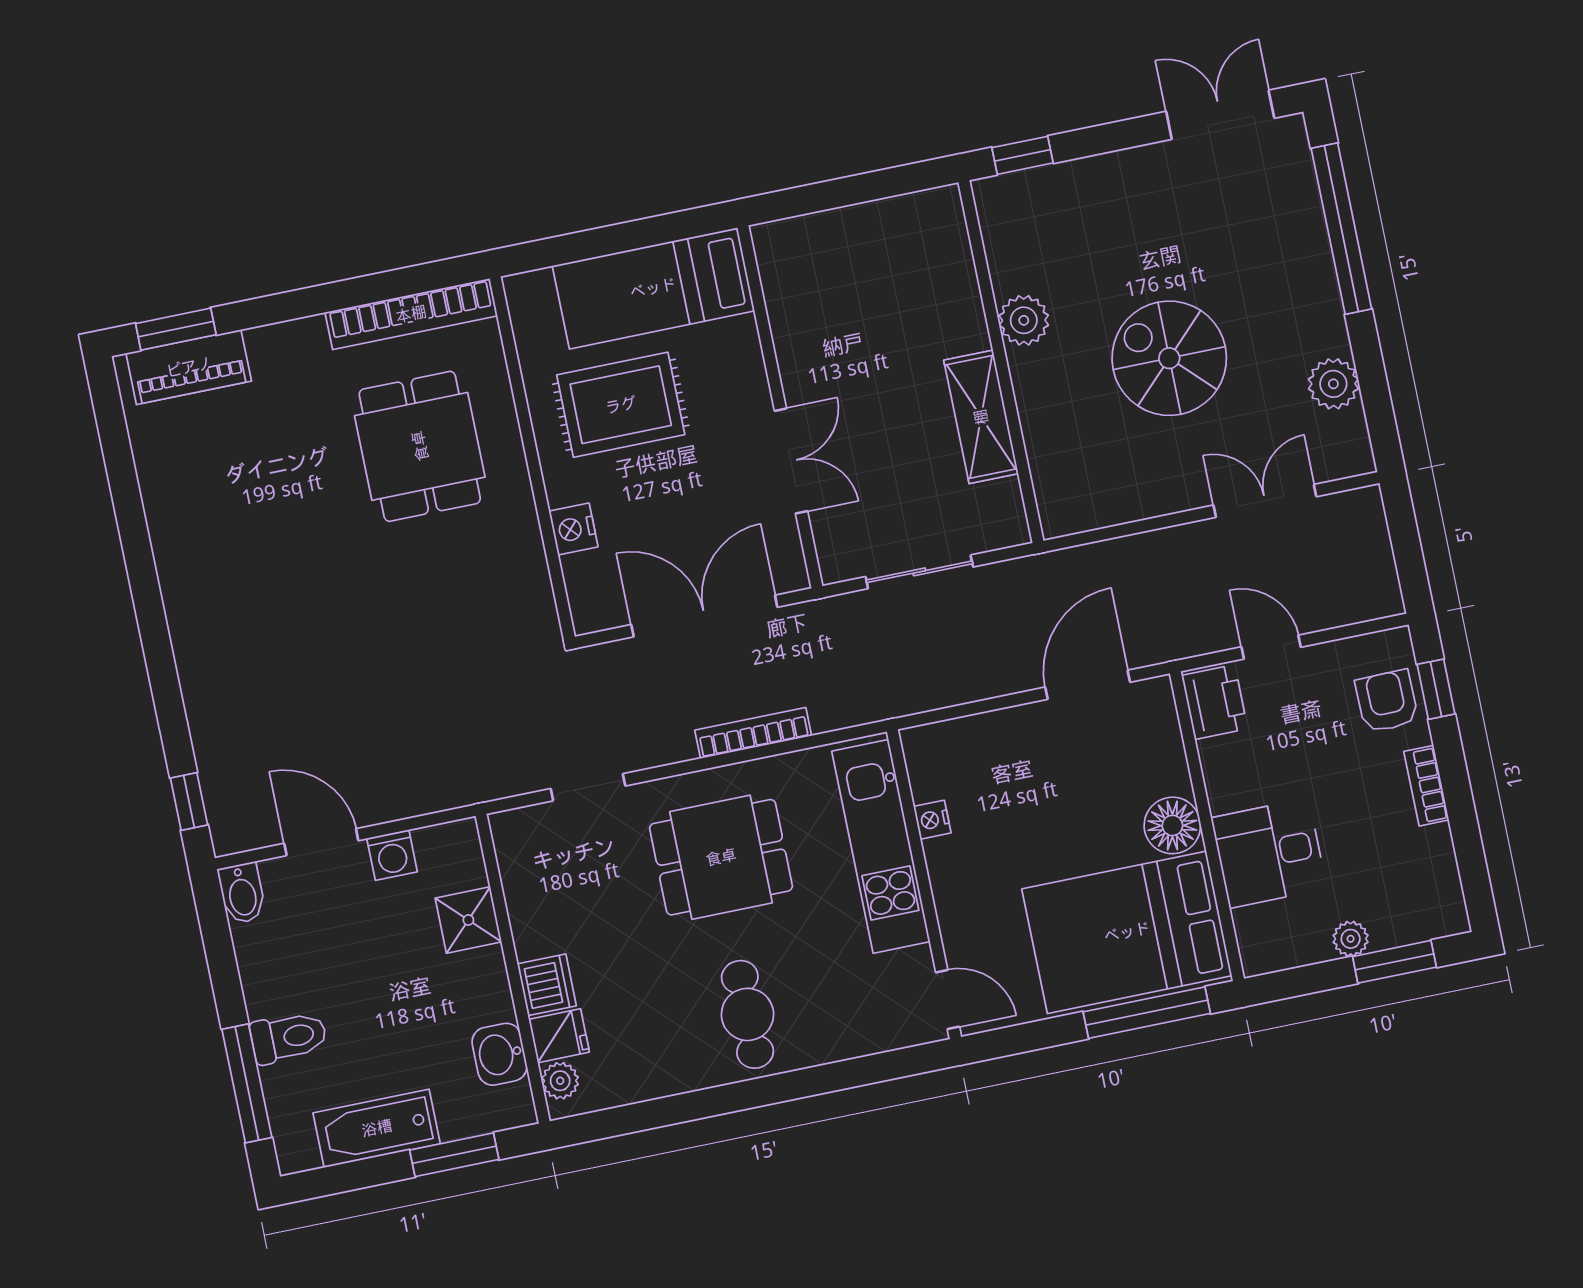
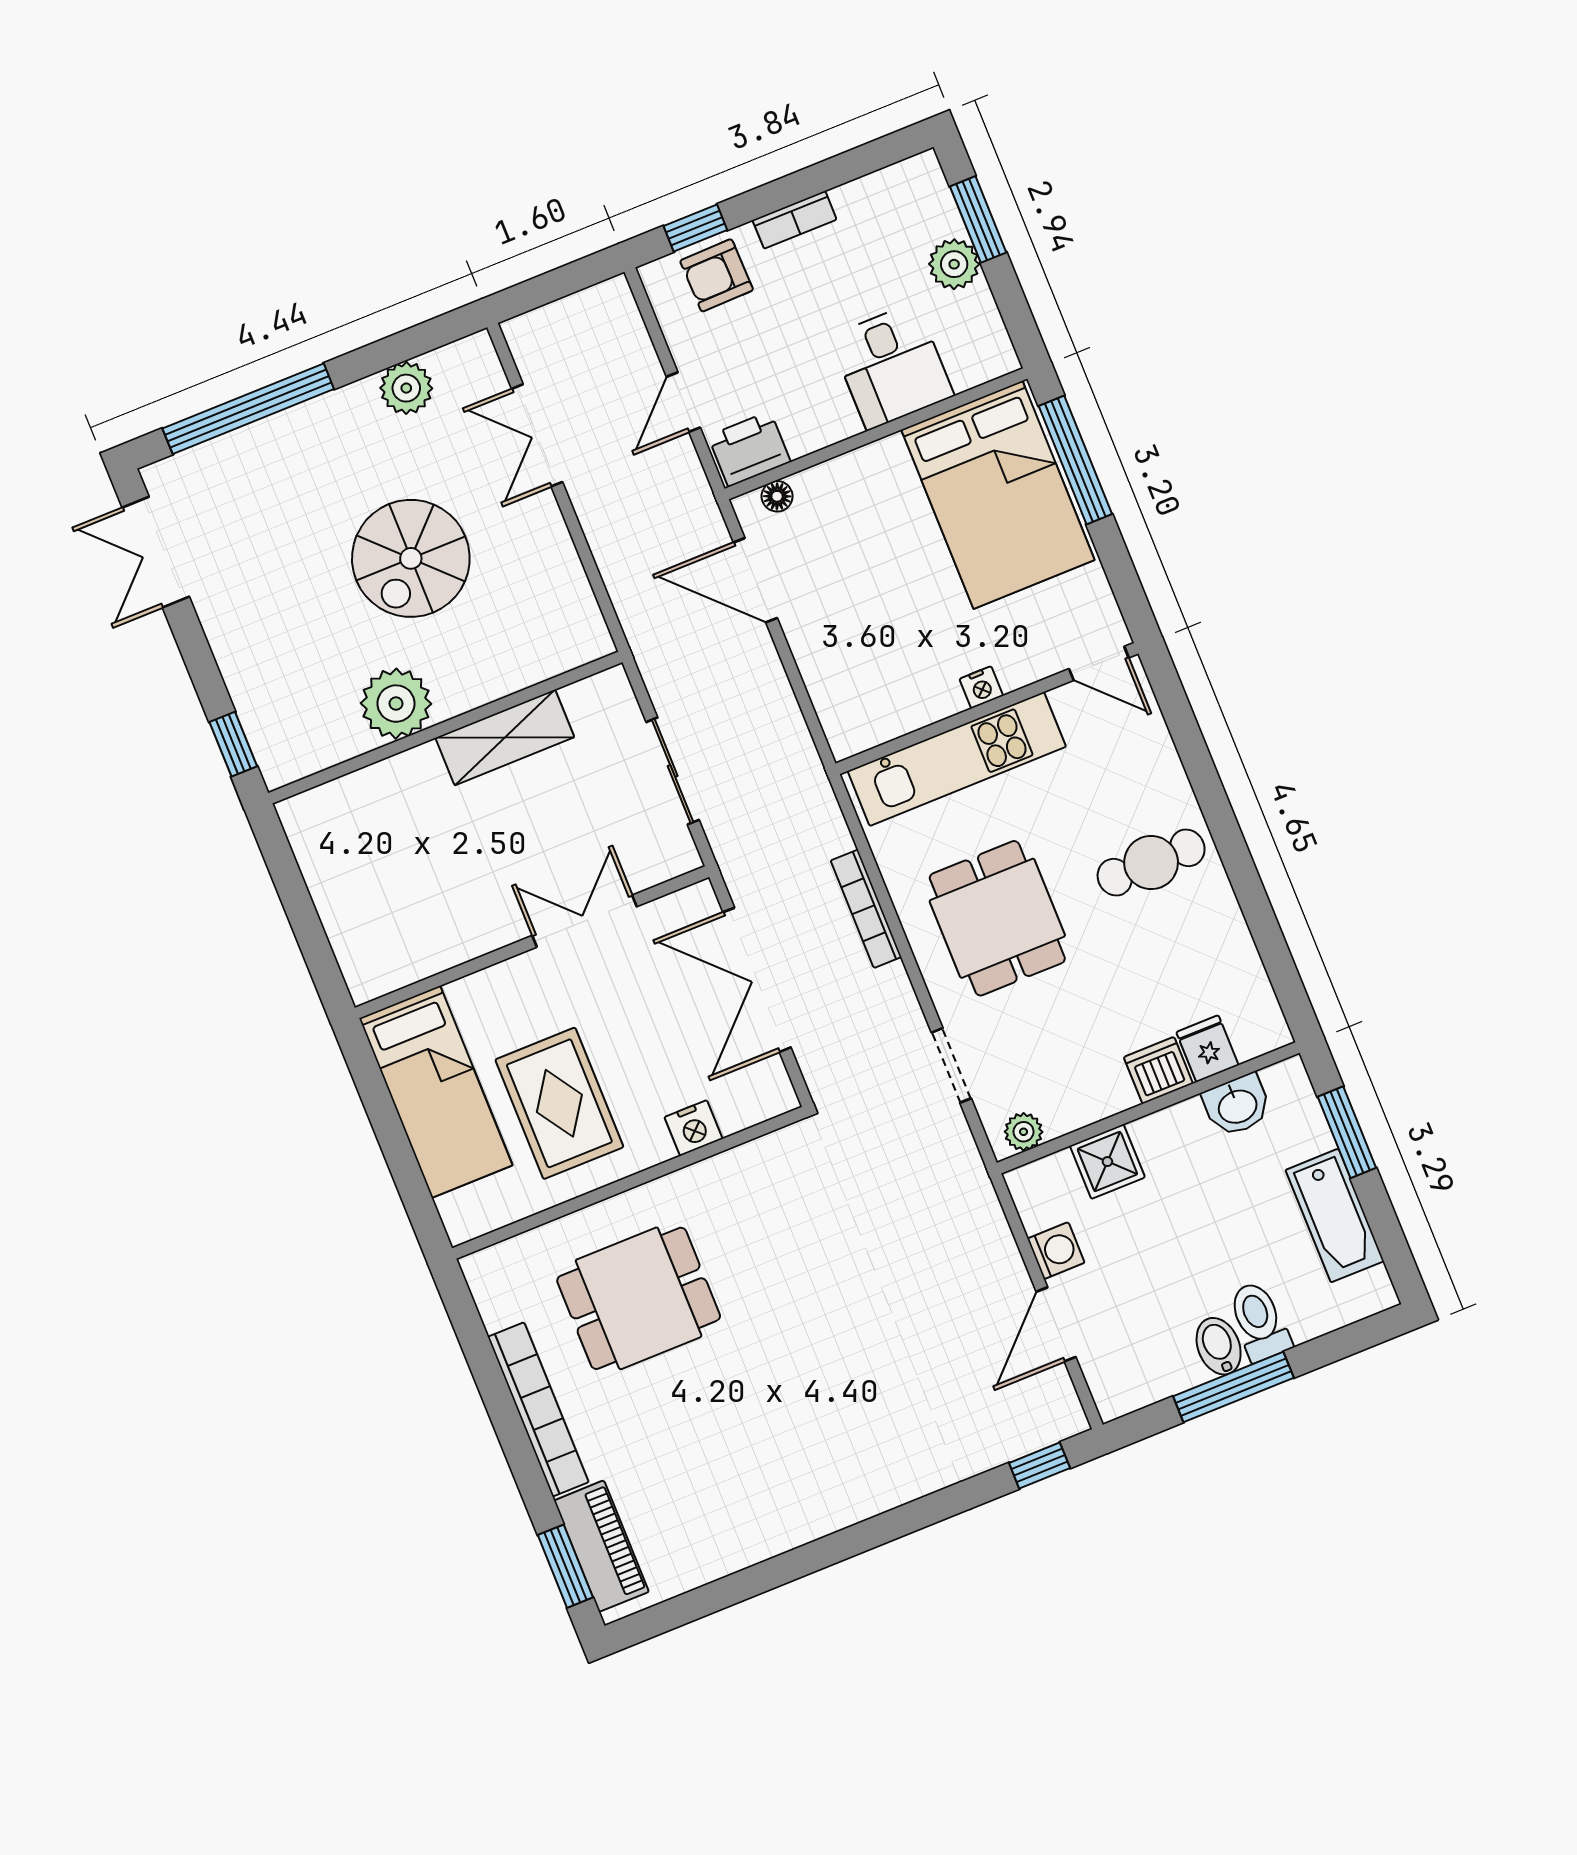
bookcase: (411, 314) -> (538, 1409), moved
plant: (1024, 320) -> (396, 704), width x1.36, depth x1.36
nightstand: (932, 820) -> (981, 687), moved
floor lamp: (1172, 825) -> (777, 496), moved, width x0.53, depth x0.53
bidet: (242, 893) -> (1219, 1346), moved, turned -90
plant: (1351, 939) -> (954, 264), width x1.38, depth x1.38
door: (948, 999) -> (1099, 663), swing flipped
plant: (560, 1081) -> (1024, 1132), moved
window: (247, 1083) -> (1233, 1387), moved

